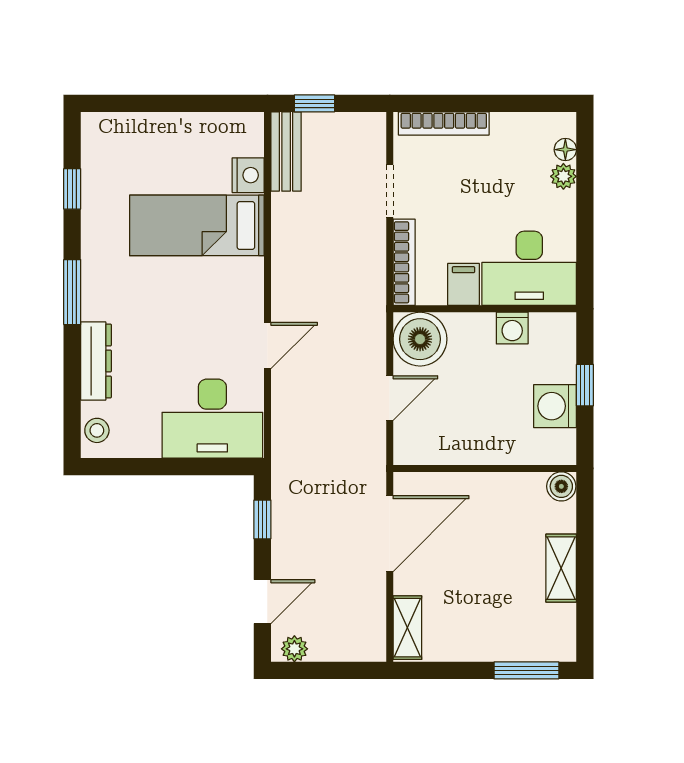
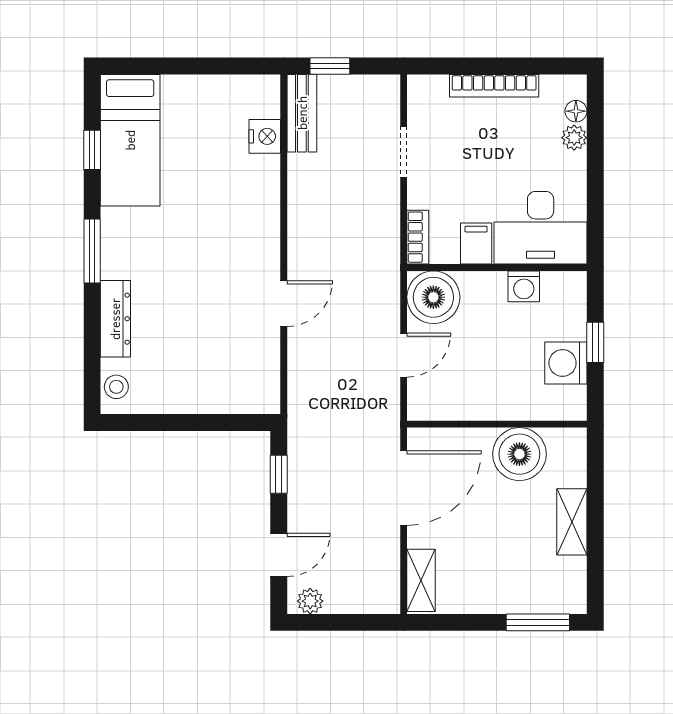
bookcase: (444, 123) -> (494, 86), moved
bed: (197, 225) -> (130, 140), moved, turned -90
bookcase: (404, 262) -> (418, 237), width x0.64
desk: (212, 419) -> (230, 375), removed
boiler: (561, 486) -> (519, 454), moved, width x1.86, depth x1.86

